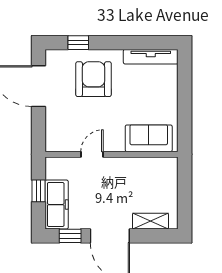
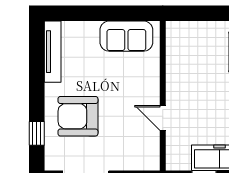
sofa: (149, 138) -> (126, 36), moved, turned -90

